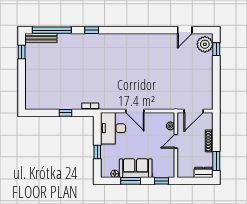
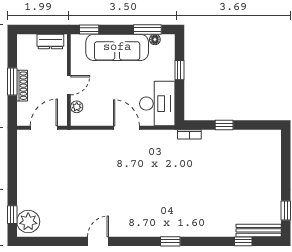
window: (52, 30) -> (243, 241), width x0.32
window: (92, 30) -> (170, 241), moved
door: (185, 30) -> (98, 241), moved
window: (216, 161) -> (12, 81), moved
sofa: (136, 168) -> (117, 47), width x1.36
dresser: (204, 172) -> (50, 42), moved
window: (131, 181) -> (147, 30), moved

